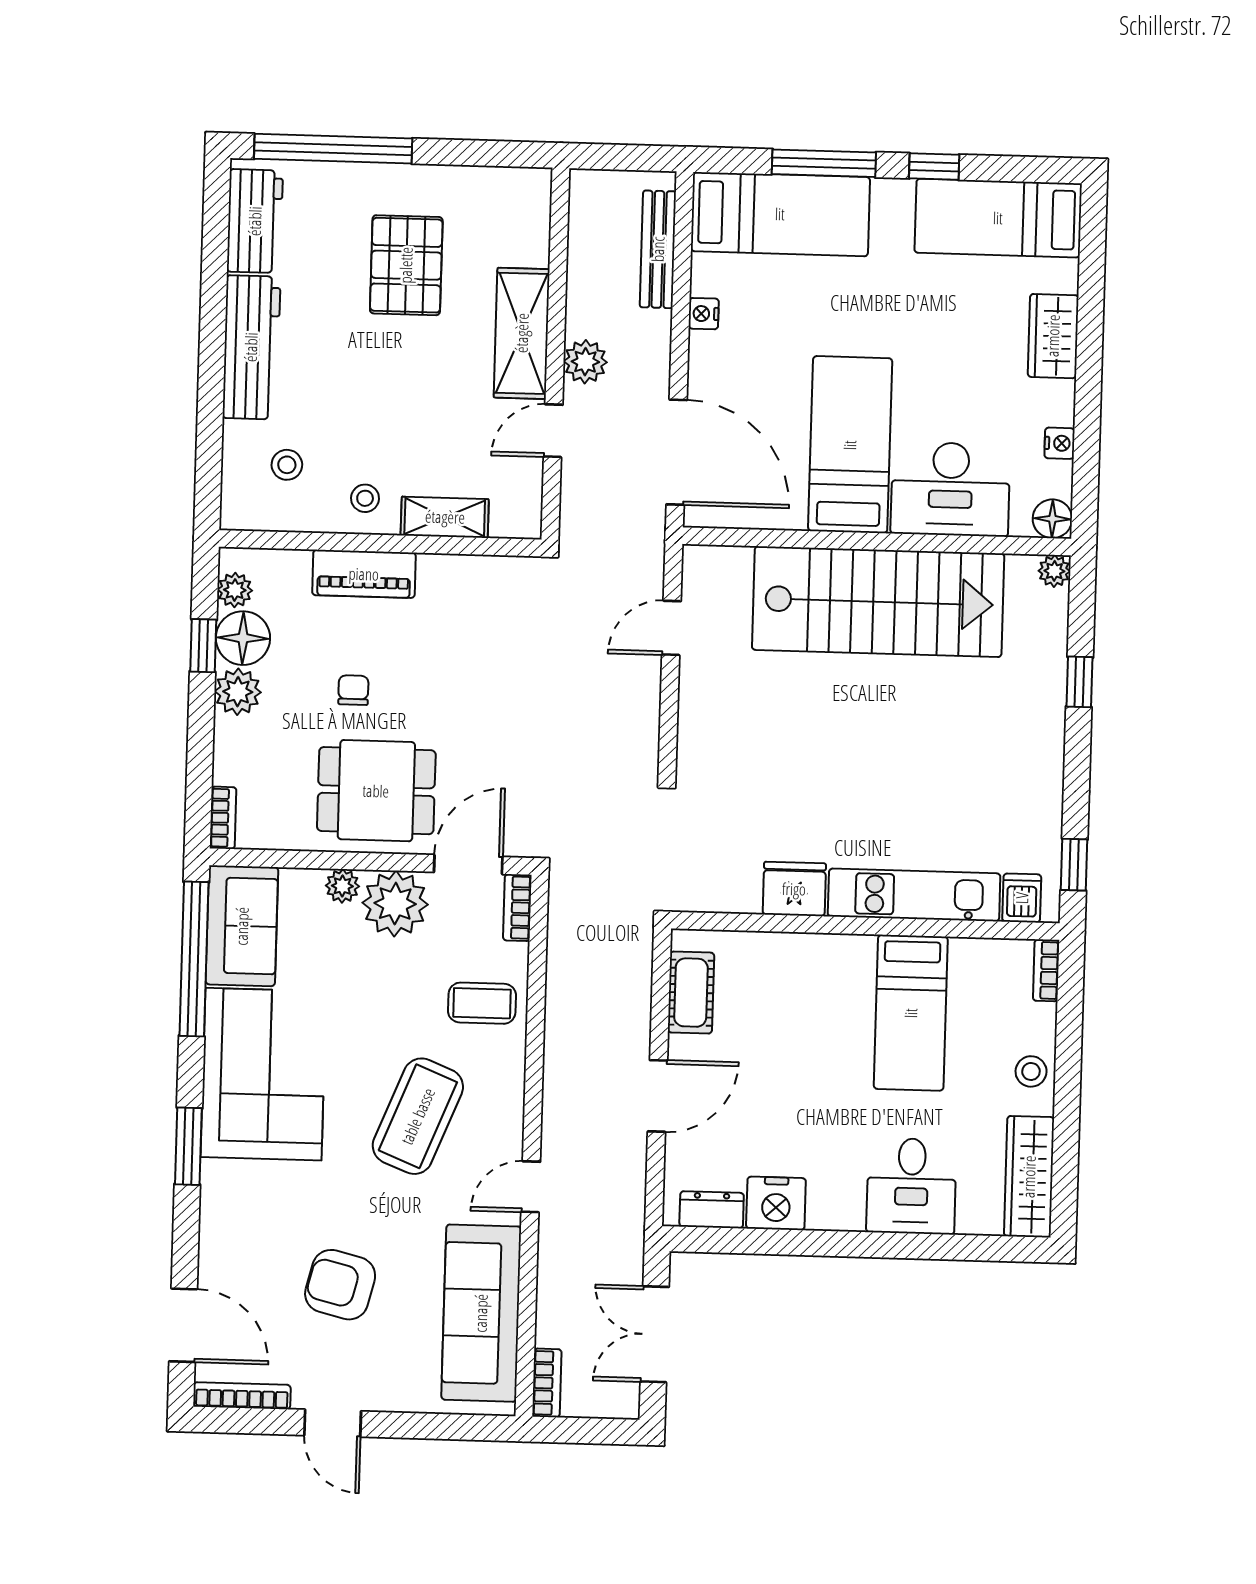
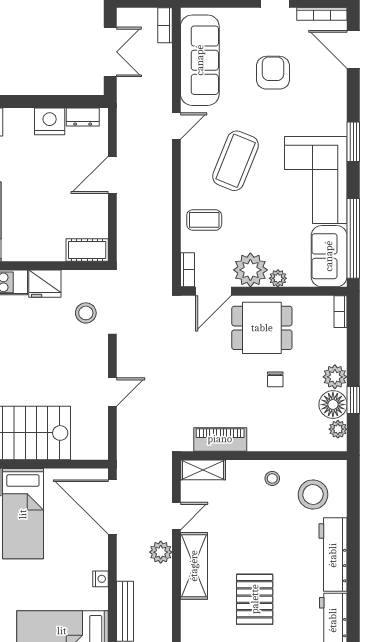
stool: (287, 465) -> (313, 495), width x1.89, depth x1.89
shelving: (445, 517) -> (203, 470), moved
piano: (364, 574) -> (220, 439), moved
door: (671, 628) -> (112, 392), moved
stool: (717, 830) -> (86, 313), added
cot: (691, 993) -> (87, 250), moved, turned 90
armchair: (340, 1285) -> (273, 73), turned -104

